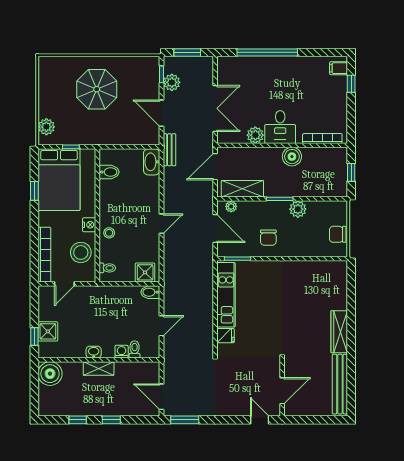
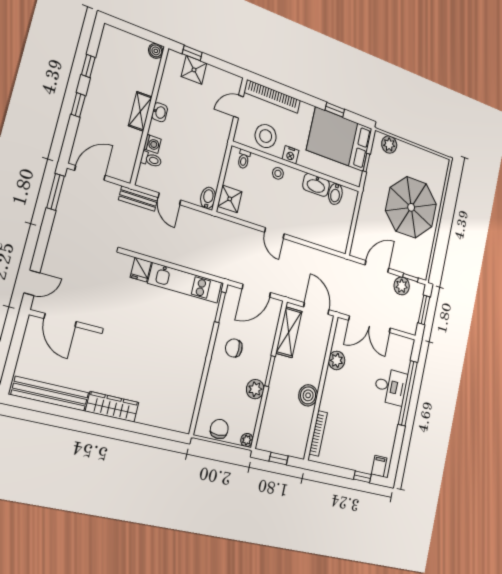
parasol: (97, 89) -> (411, 207), width x1.36, depth x1.36
desk: (280, 127) -> (391, 387), moved, turned 180
bench: (169, 150) -> (138, 199), moved
washbasin: (152, 162) -> (316, 185), moved, turned 180
plant: (231, 206) -> (247, 440), moved
door: (64, 284) -> (238, 107), hinge flipped
boiler: (50, 374) -> (156, 51), width x0.54, depth x0.54

